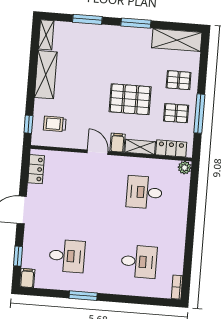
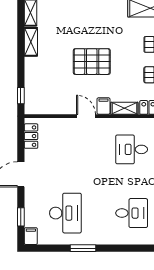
shelving: (46, 75) -> (31, 42), width x0.67, depth x0.75
pallet: (130, 99) -> (92, 62), moved
trolley: (55, 124) -> (45, 93), removed
desk: (67, 256) -> (65, 213), width x1.37

